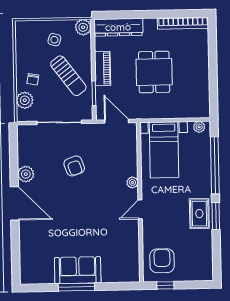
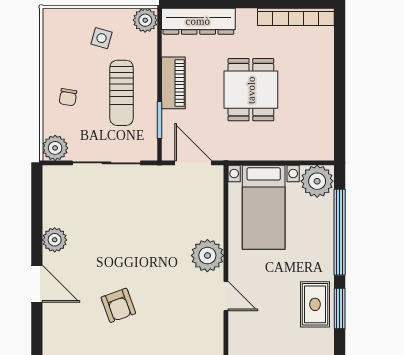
sun lounger: (68, 76) -> (122, 93), turned 37
plant: (25, 100) -> (55, 148), moved
plant: (199, 127) -> (317, 181), width x1.87, depth x1.87
armchair: (74, 166) -> (118, 305), moved
plant: (132, 182) -> (207, 256), width x1.87, depth x1.87
door: (15, 203) -> (37, 284), width x0.73
door: (140, 209) -> (226, 296), swing flipped

